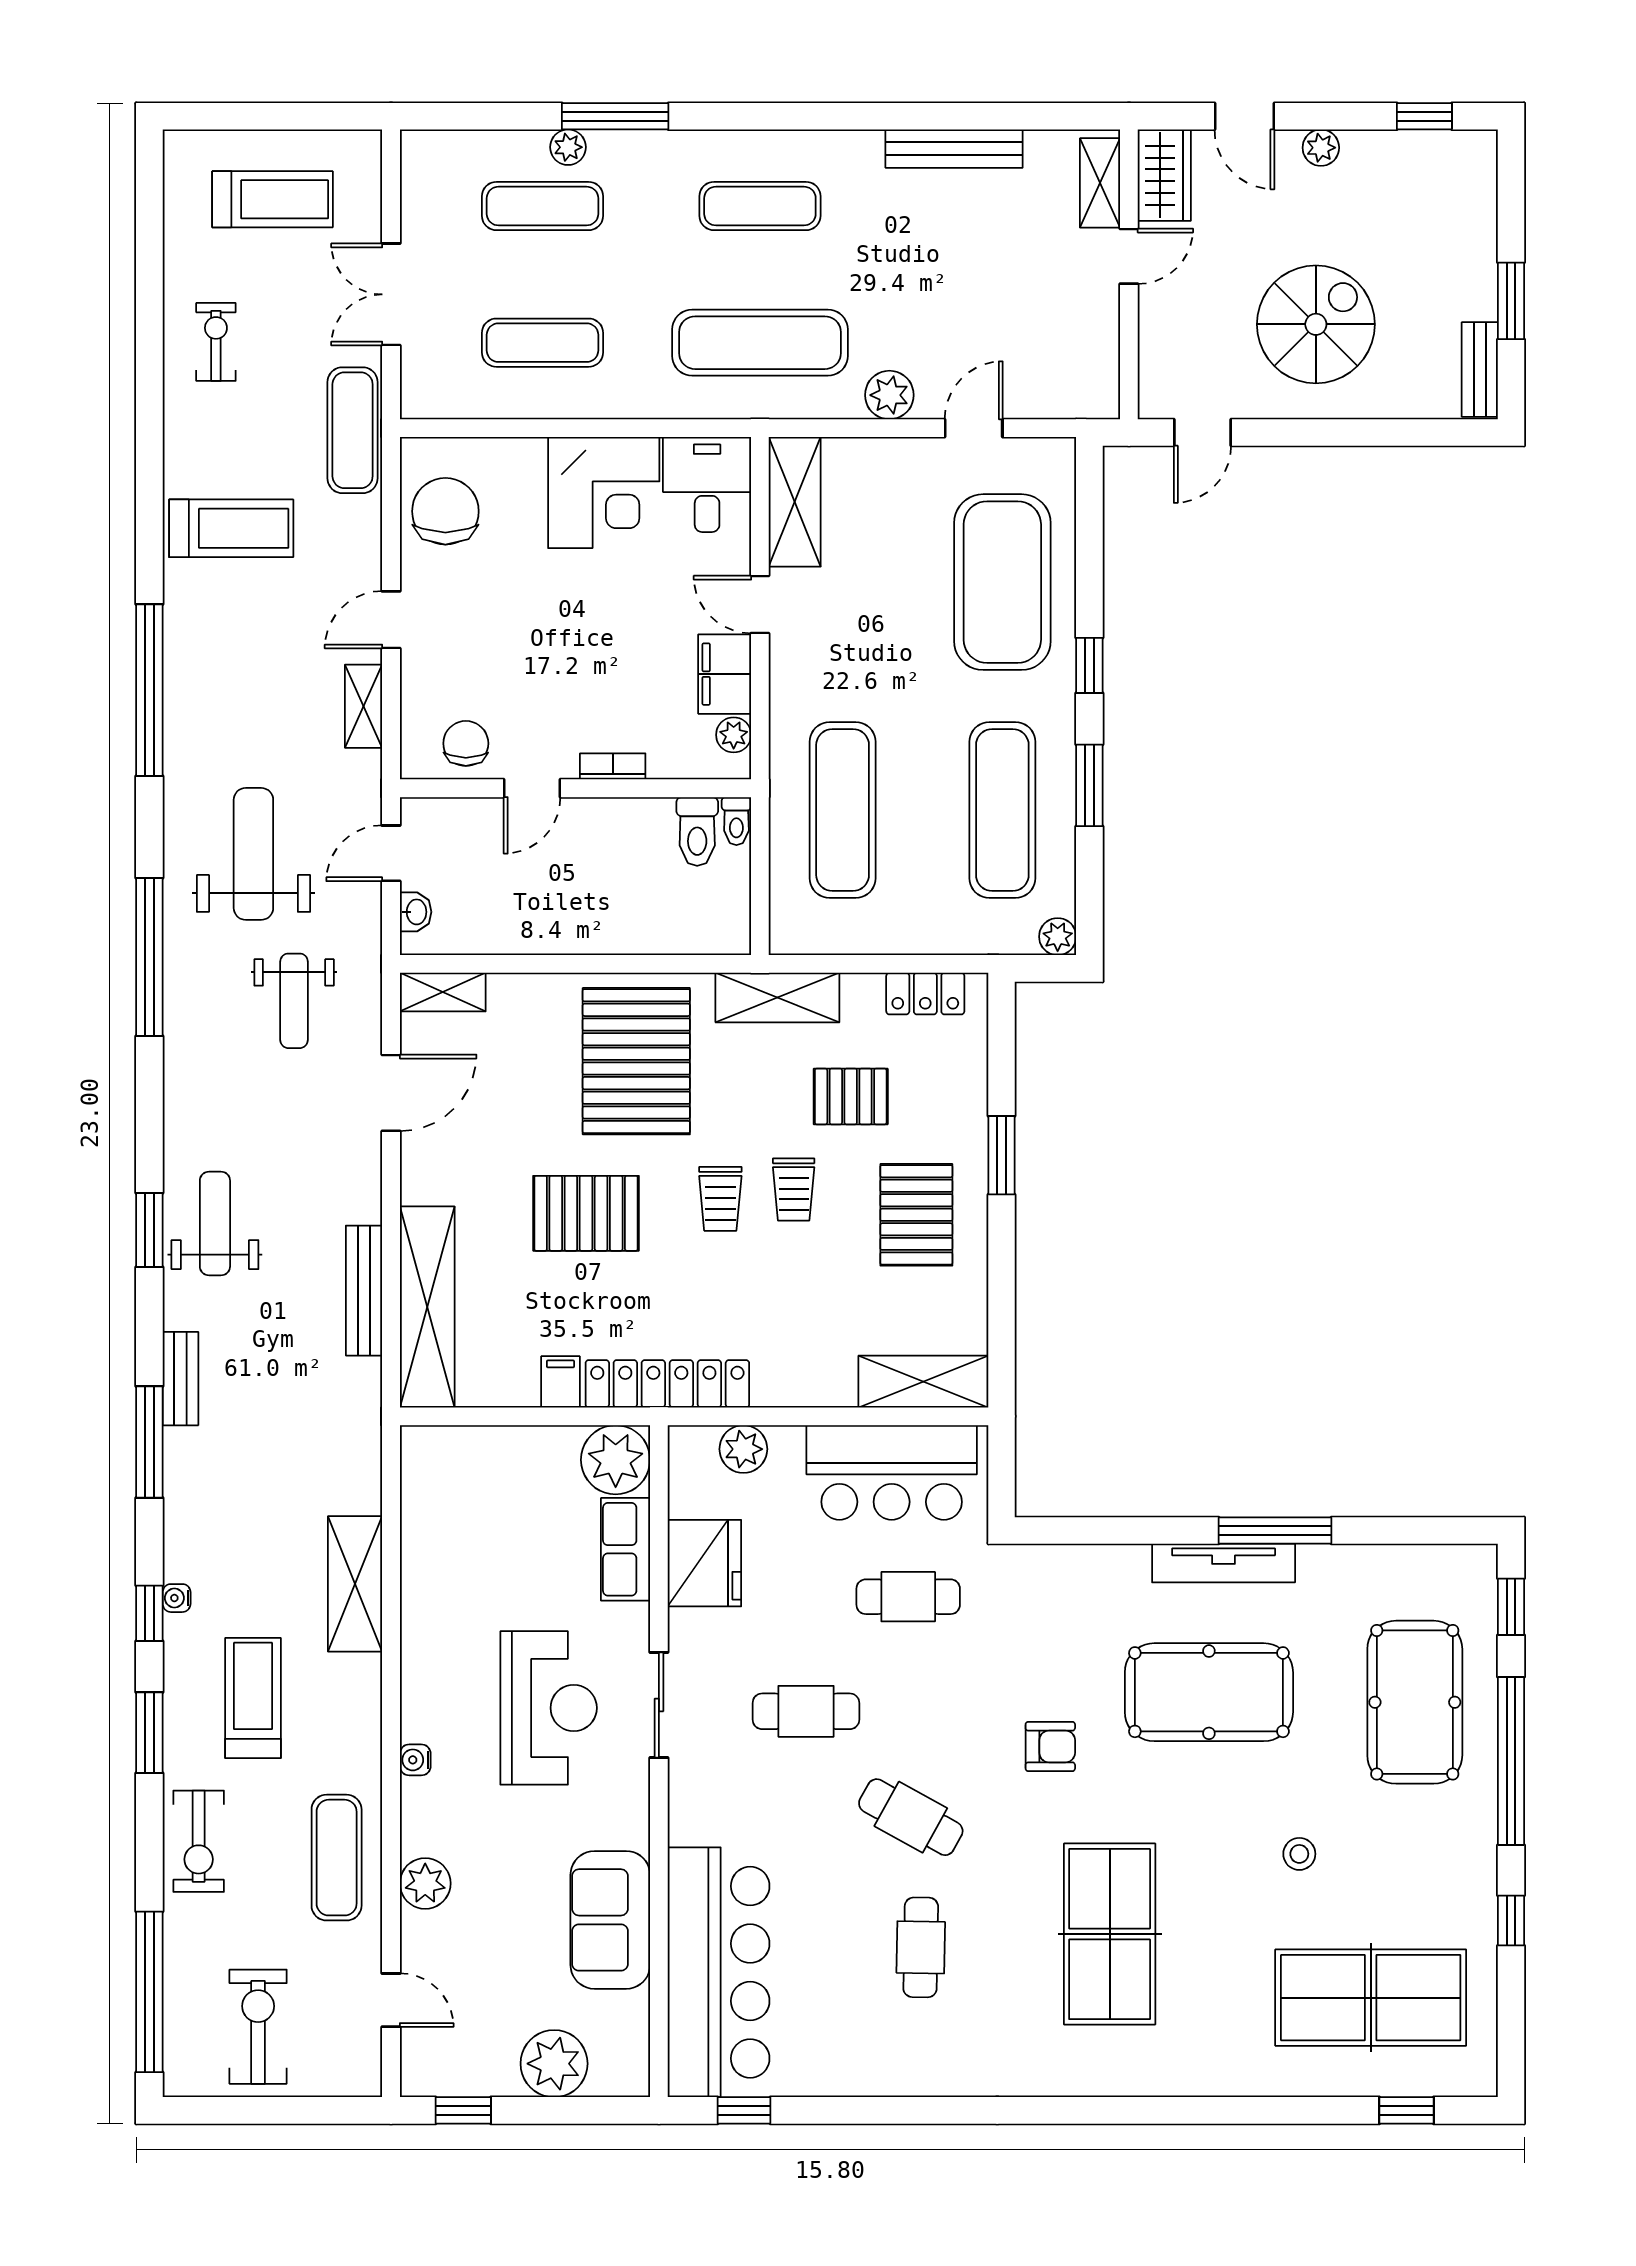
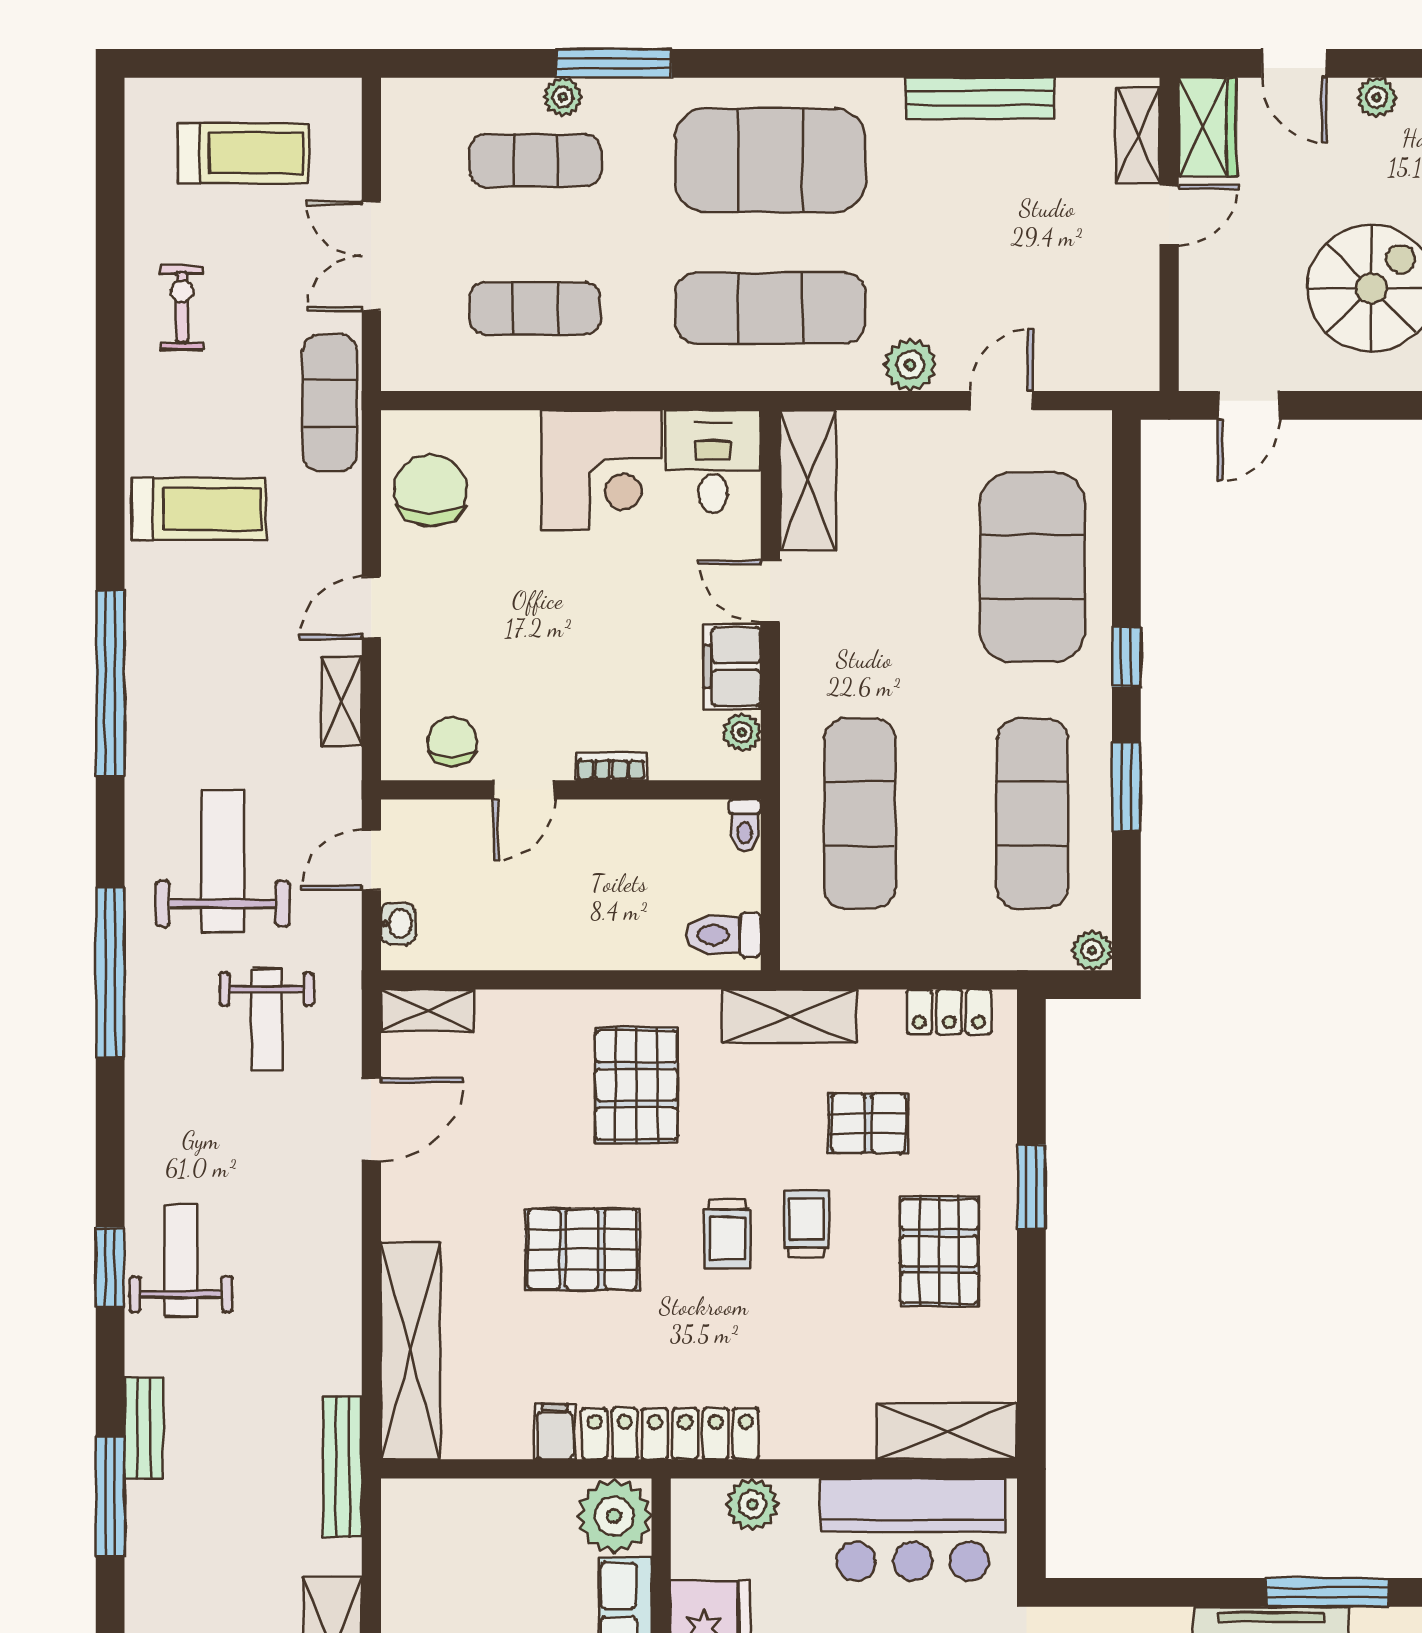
exercise mat: (760, 206) -> (770, 160), width x2.00, depth x1.45
toilet: (697, 831) -> (724, 935), moved, turned 90
pallet: (636, 1061) -> (637, 1085), width x0.73, depth x0.71
trolley: (794, 1190) -> (807, 1224), turned 180
bench: (364, 1291) -> (342, 1467), moved

